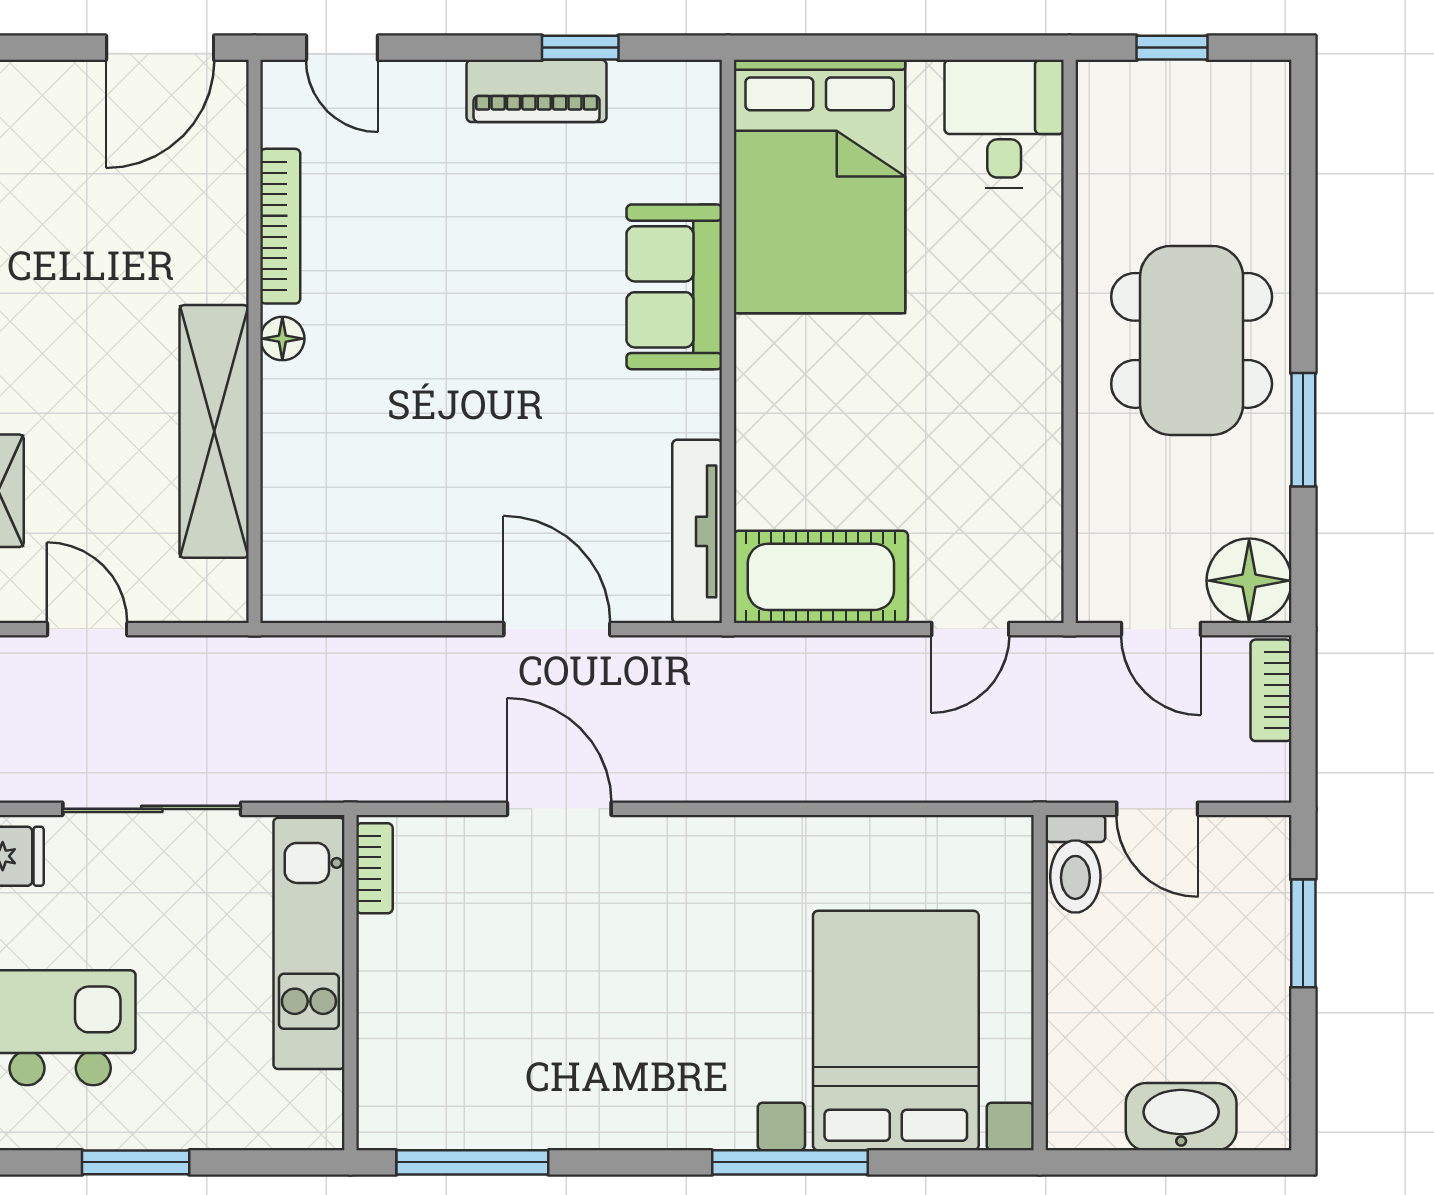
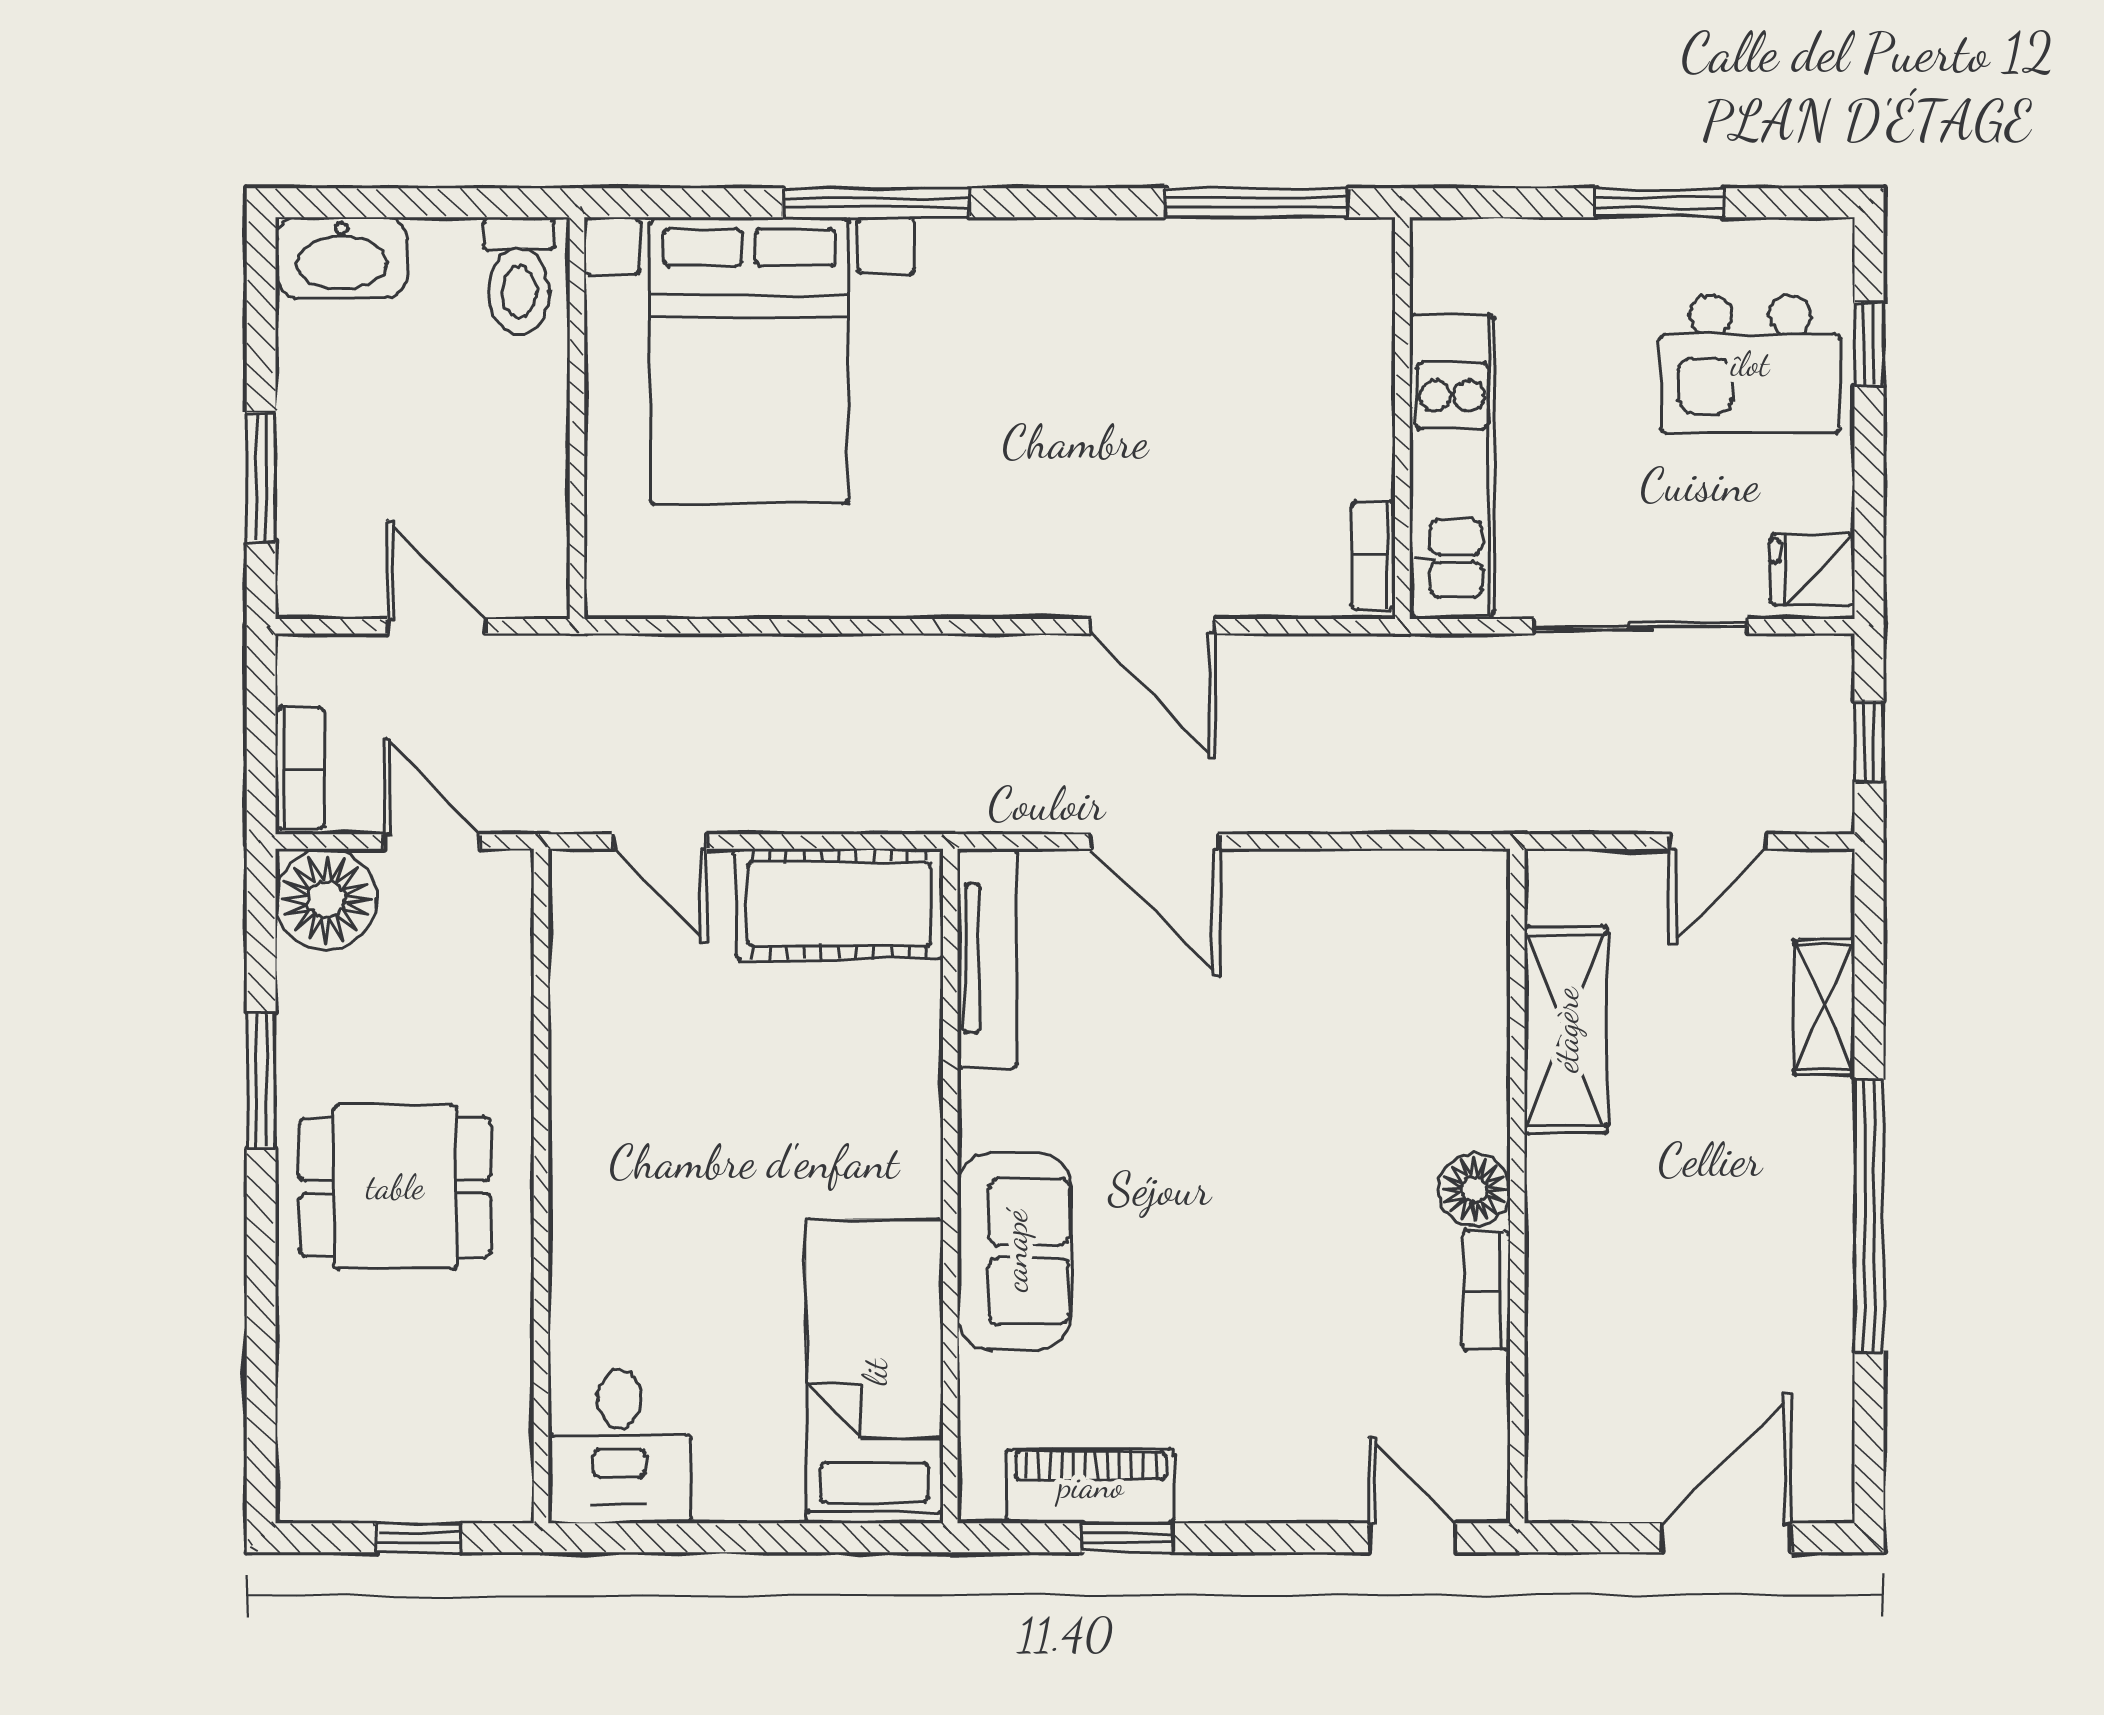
door: (160, 48) -> (1726, 1538), moved
piano: (537, 91) -> (1091, 1486), moved
bed: (820, 187) -> (875, 1372), width x0.67
bookcase: (280, 226) -> (1486, 1291), width x0.64
floor lamp: (282, 339) -> (1474, 1189), width x1.37, depth x1.37
dining table: (1192, 340) -> (395, 1187), width x0.73
shelving: (214, 431) -> (1566, 1030), width x0.68
door: (87, 629) -> (1718, 842), hinge flipped
door: (970, 629) -> (660, 842), swing flipped
toilet: (1075, 864) -> (519, 276), moved, turned 180
washbasin: (1181, 1117) -> (342, 257), moved

